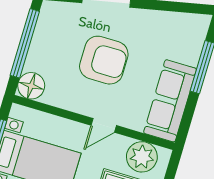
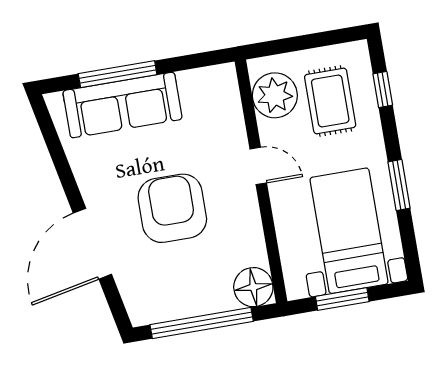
sofa: (170, 101) -> (122, 105), moved

